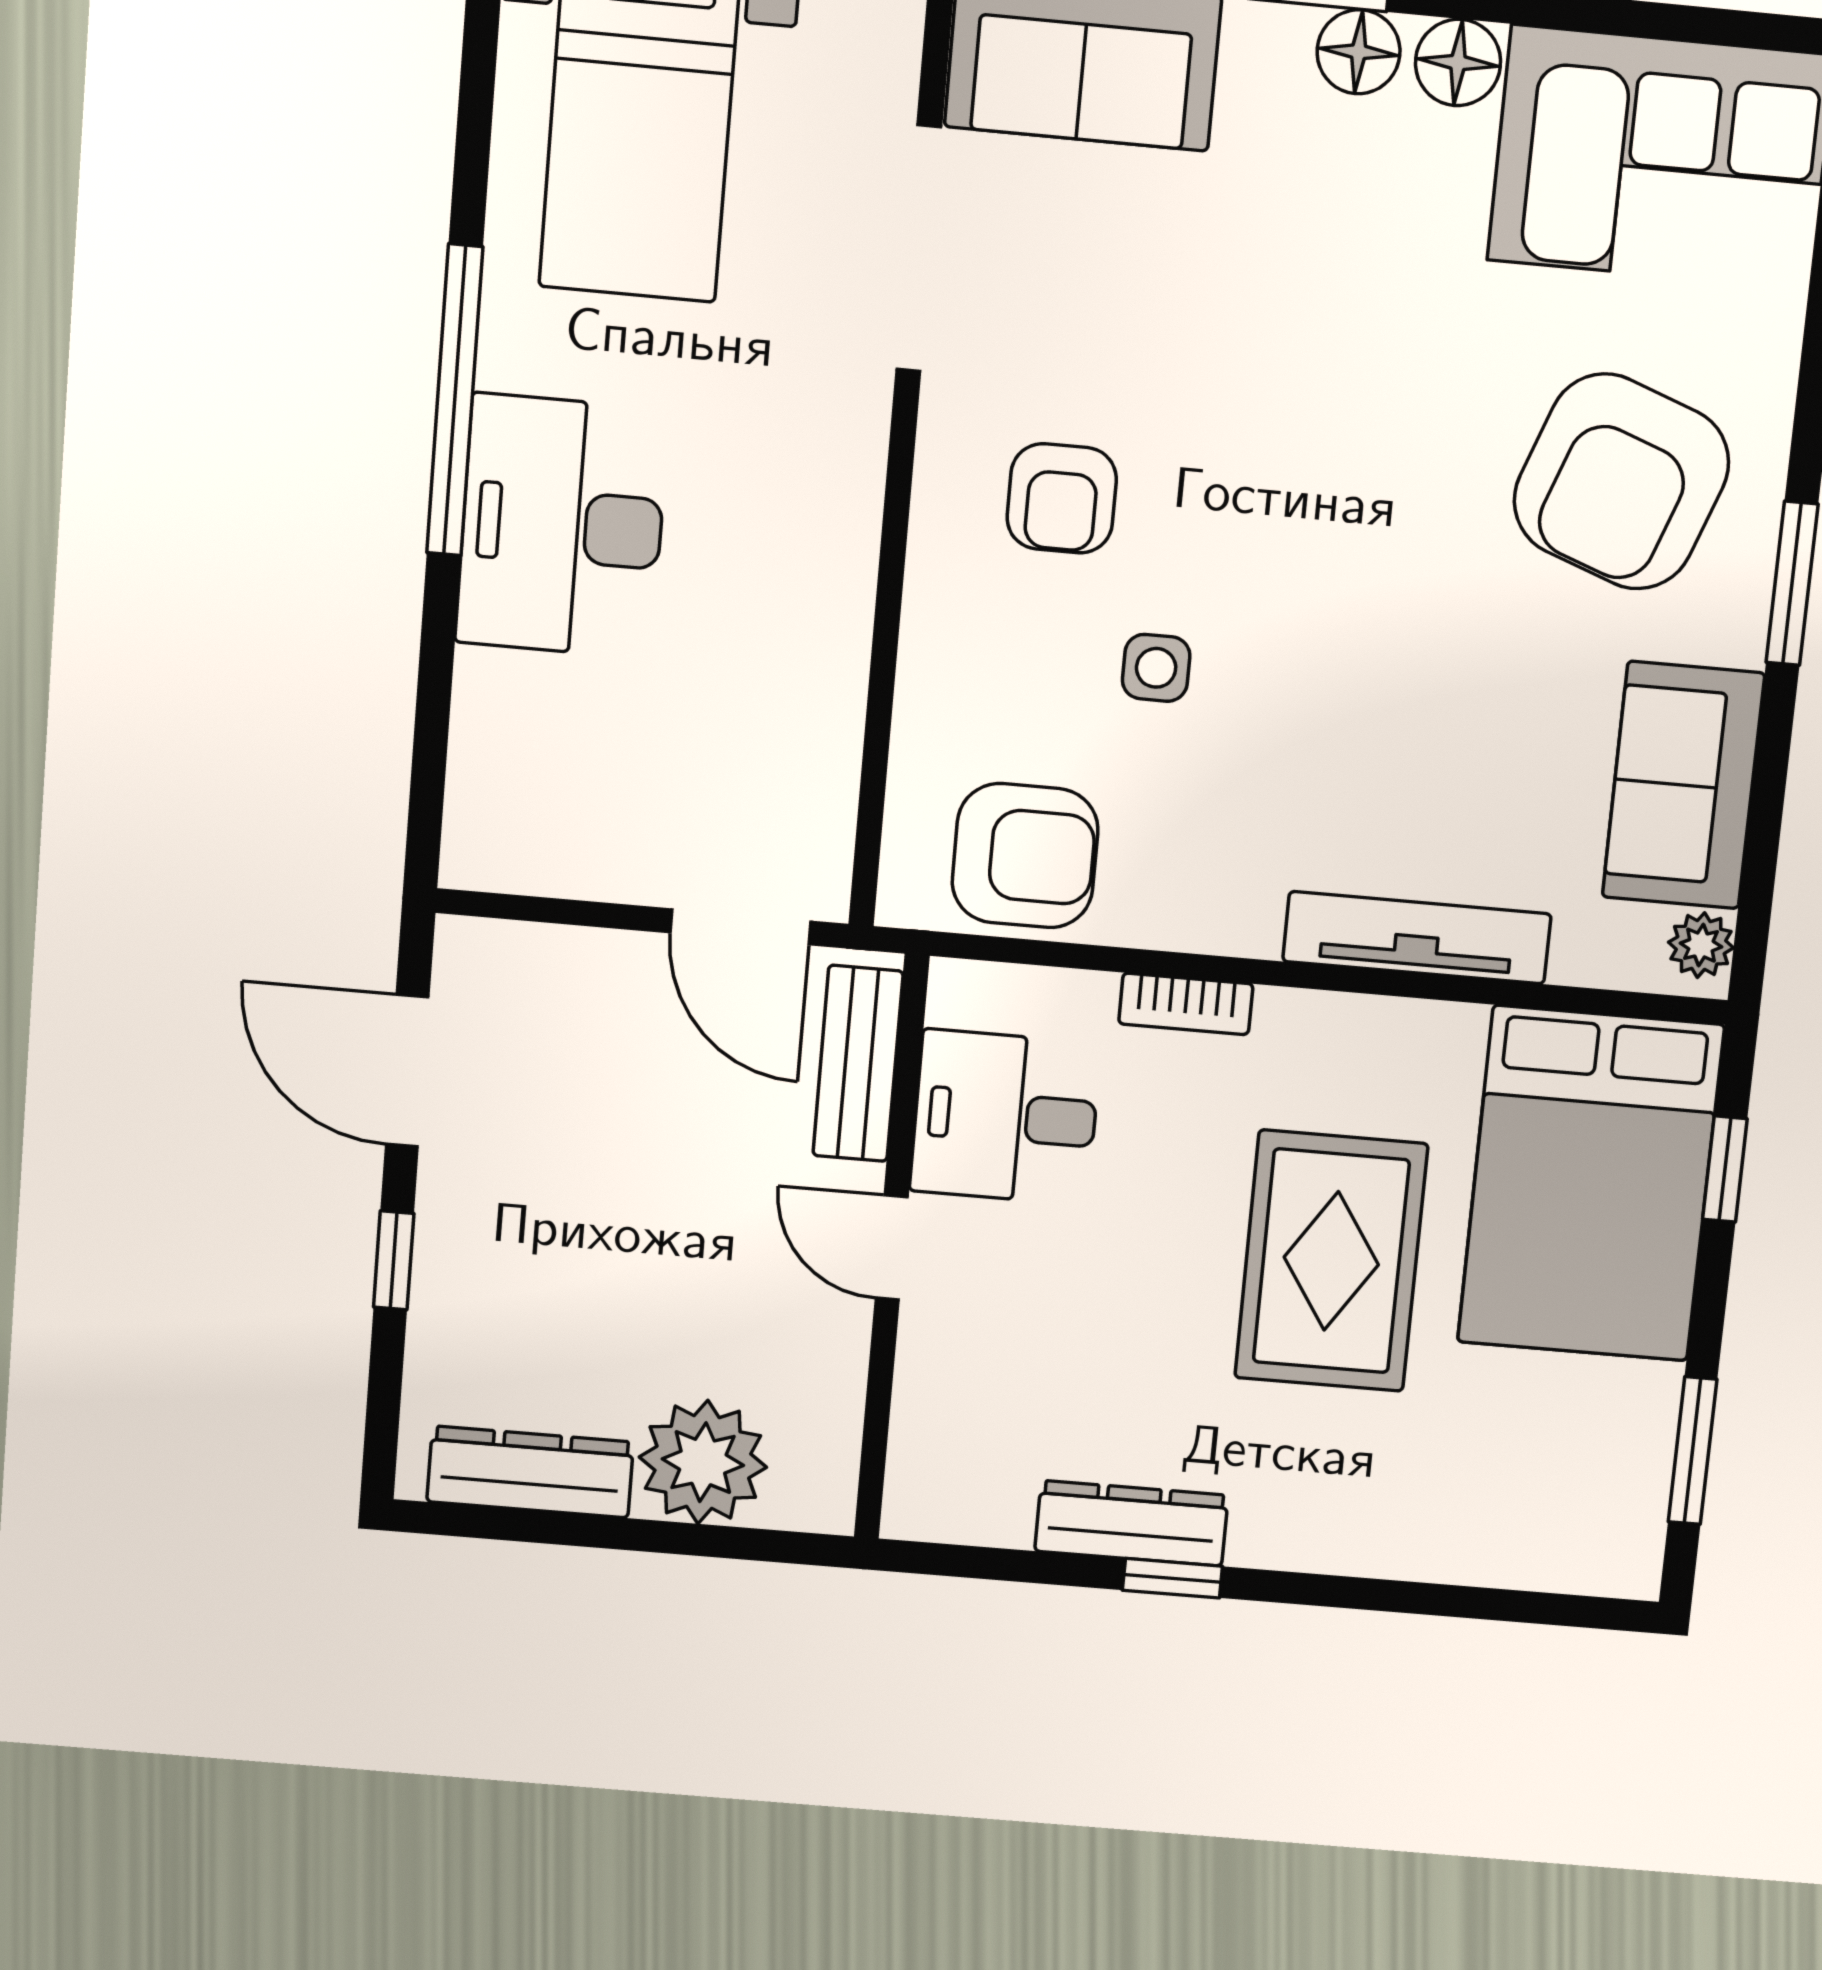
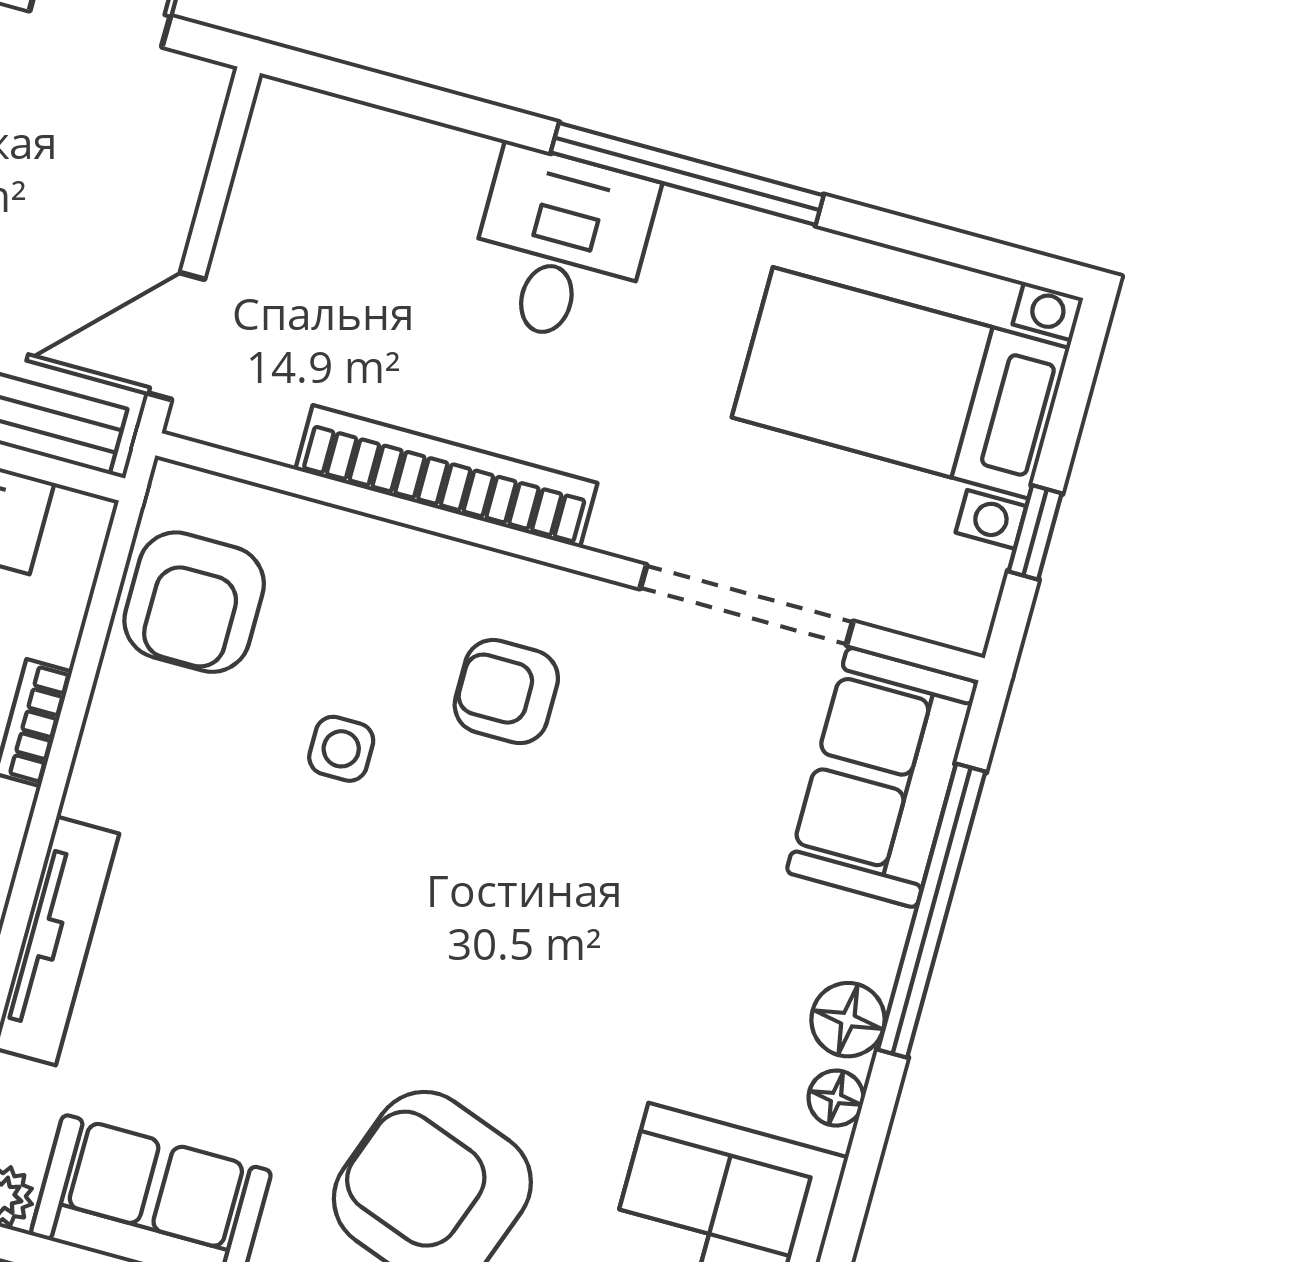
floor lamp: (1458, 62) -> (836, 1098), width x0.73, depth x0.73
desk: (562, 526) -> (561, 246), width x0.73
bookcase: (838, 607) -> (446, 476), added

